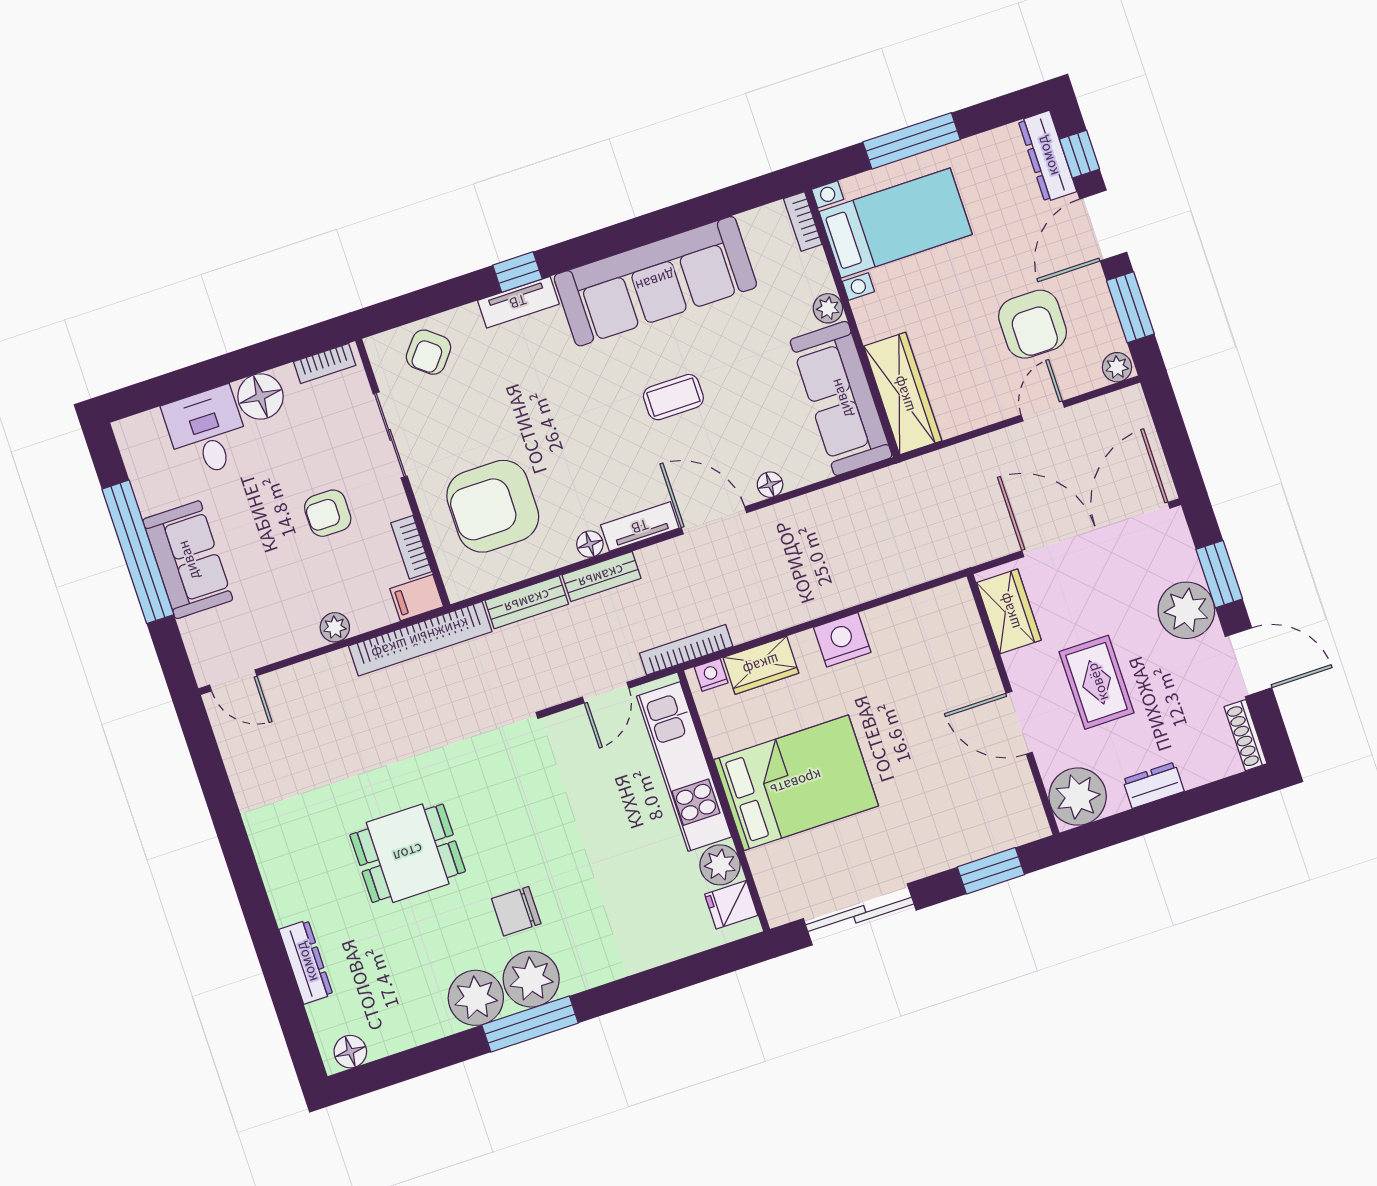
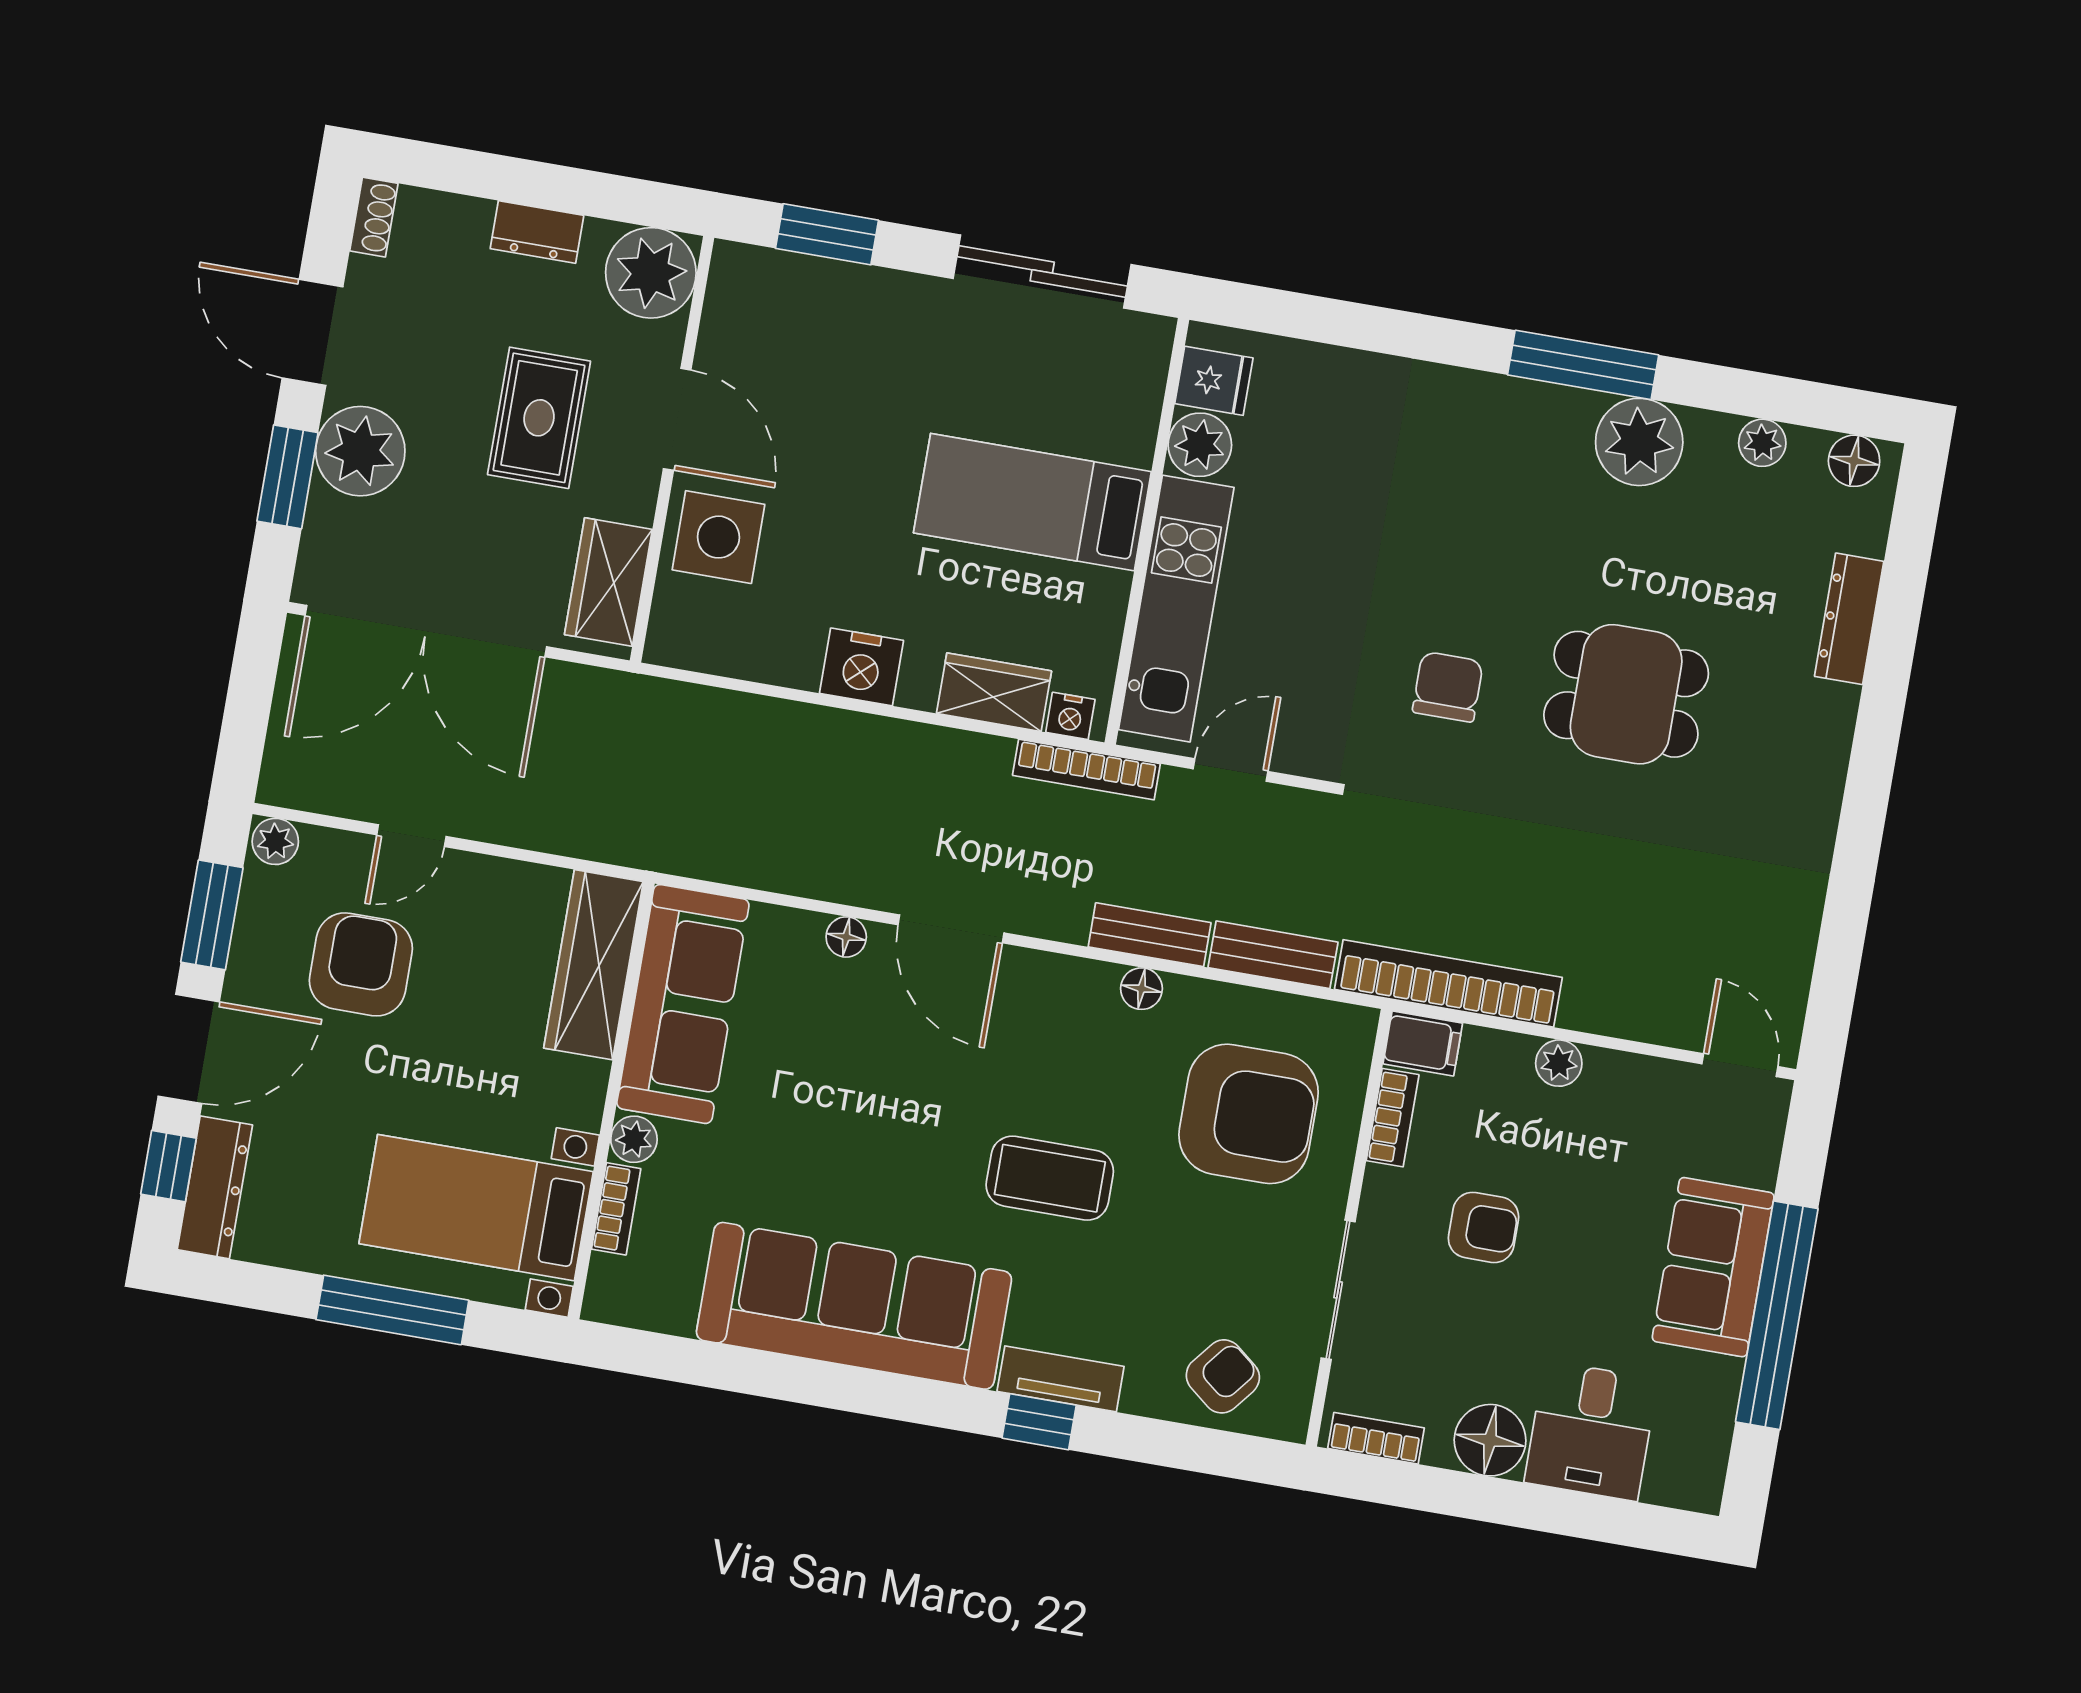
bookcase: (803, 221) -> (616, 1209), moved
coffee table: (673, 397) -> (1050, 1178), moved, width x1.36, depth x1.30
tv unit: (640, 527) -> (1059, 976), removed
side table: (961, 669) -> (718, 537), added
shoe rack: (1246, 735) -> (374, 217), width x0.70
bed: (796, 783) -> (1032, 502), width x0.67
chair: (516, 911) -> (1448, 687), moved, turned -90
plant: (531, 979) -> (1762, 443), moved, width x0.53, depth x0.53

